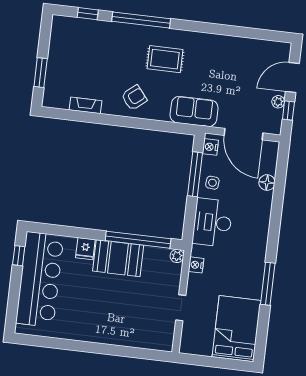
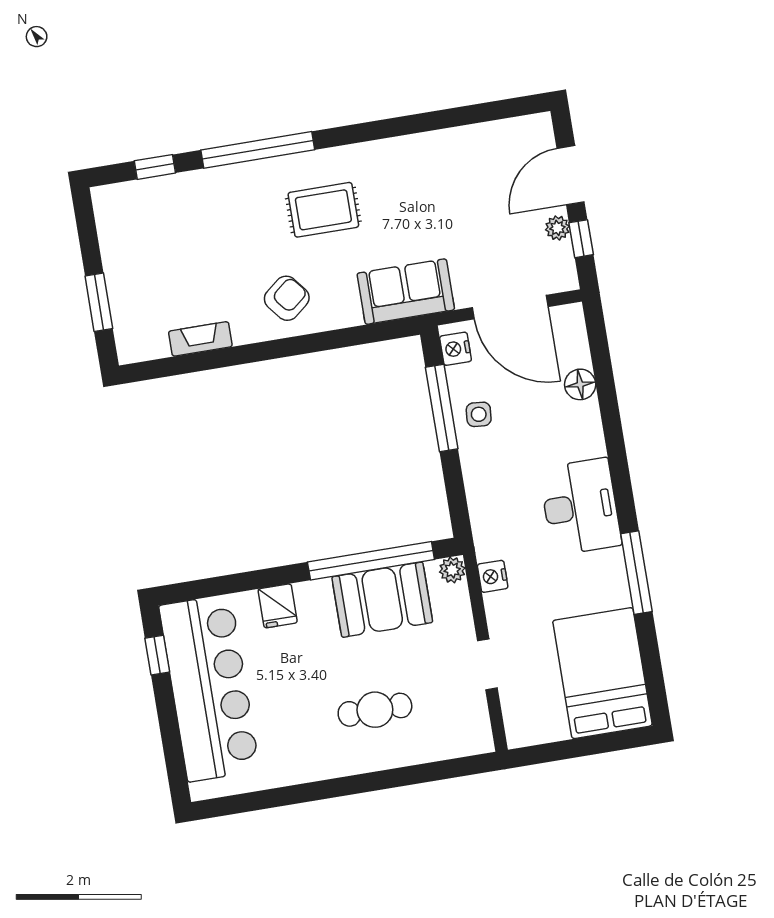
desk: (212, 222) -> (580, 507), moved, turned 180
booth: (118, 258) -> (382, 600), moved
cafe table: (119, 314) -> (375, 710), added

